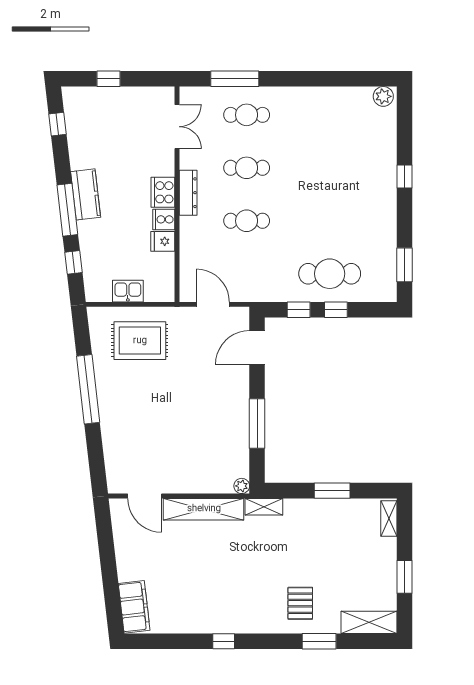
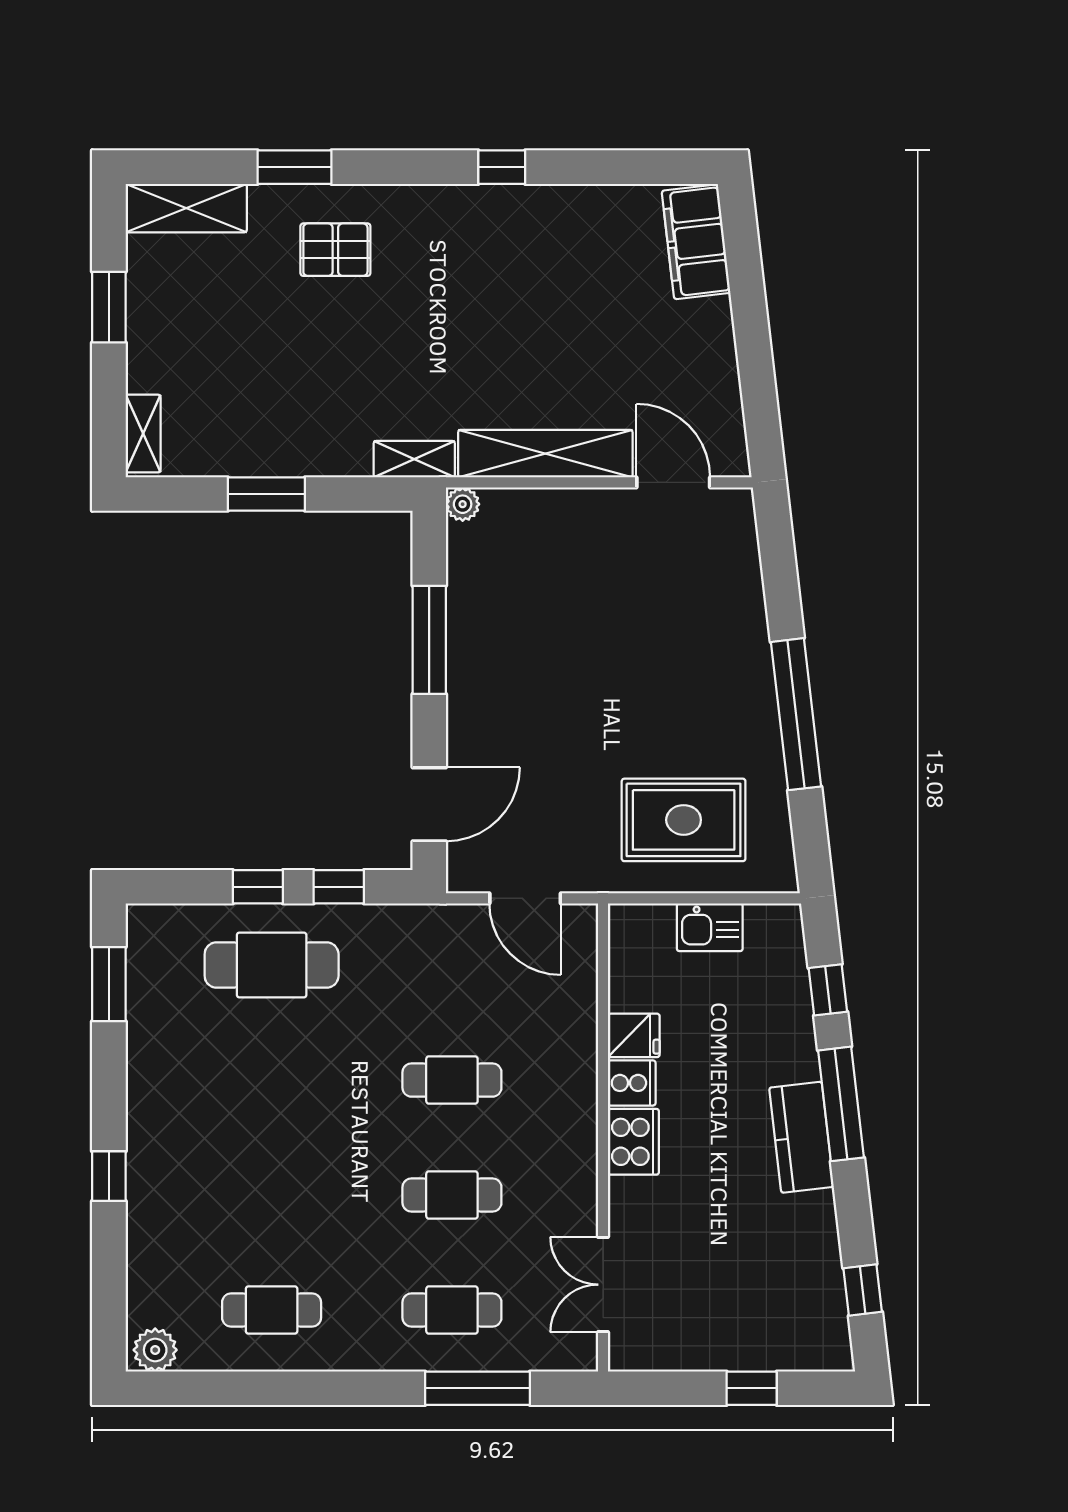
cafe table: (330, 115) -> (272, 1310), added
dresser: (188, 193) -> (579, 1141), removed
pallet: (300, 603) -> (335, 250), turned 90

